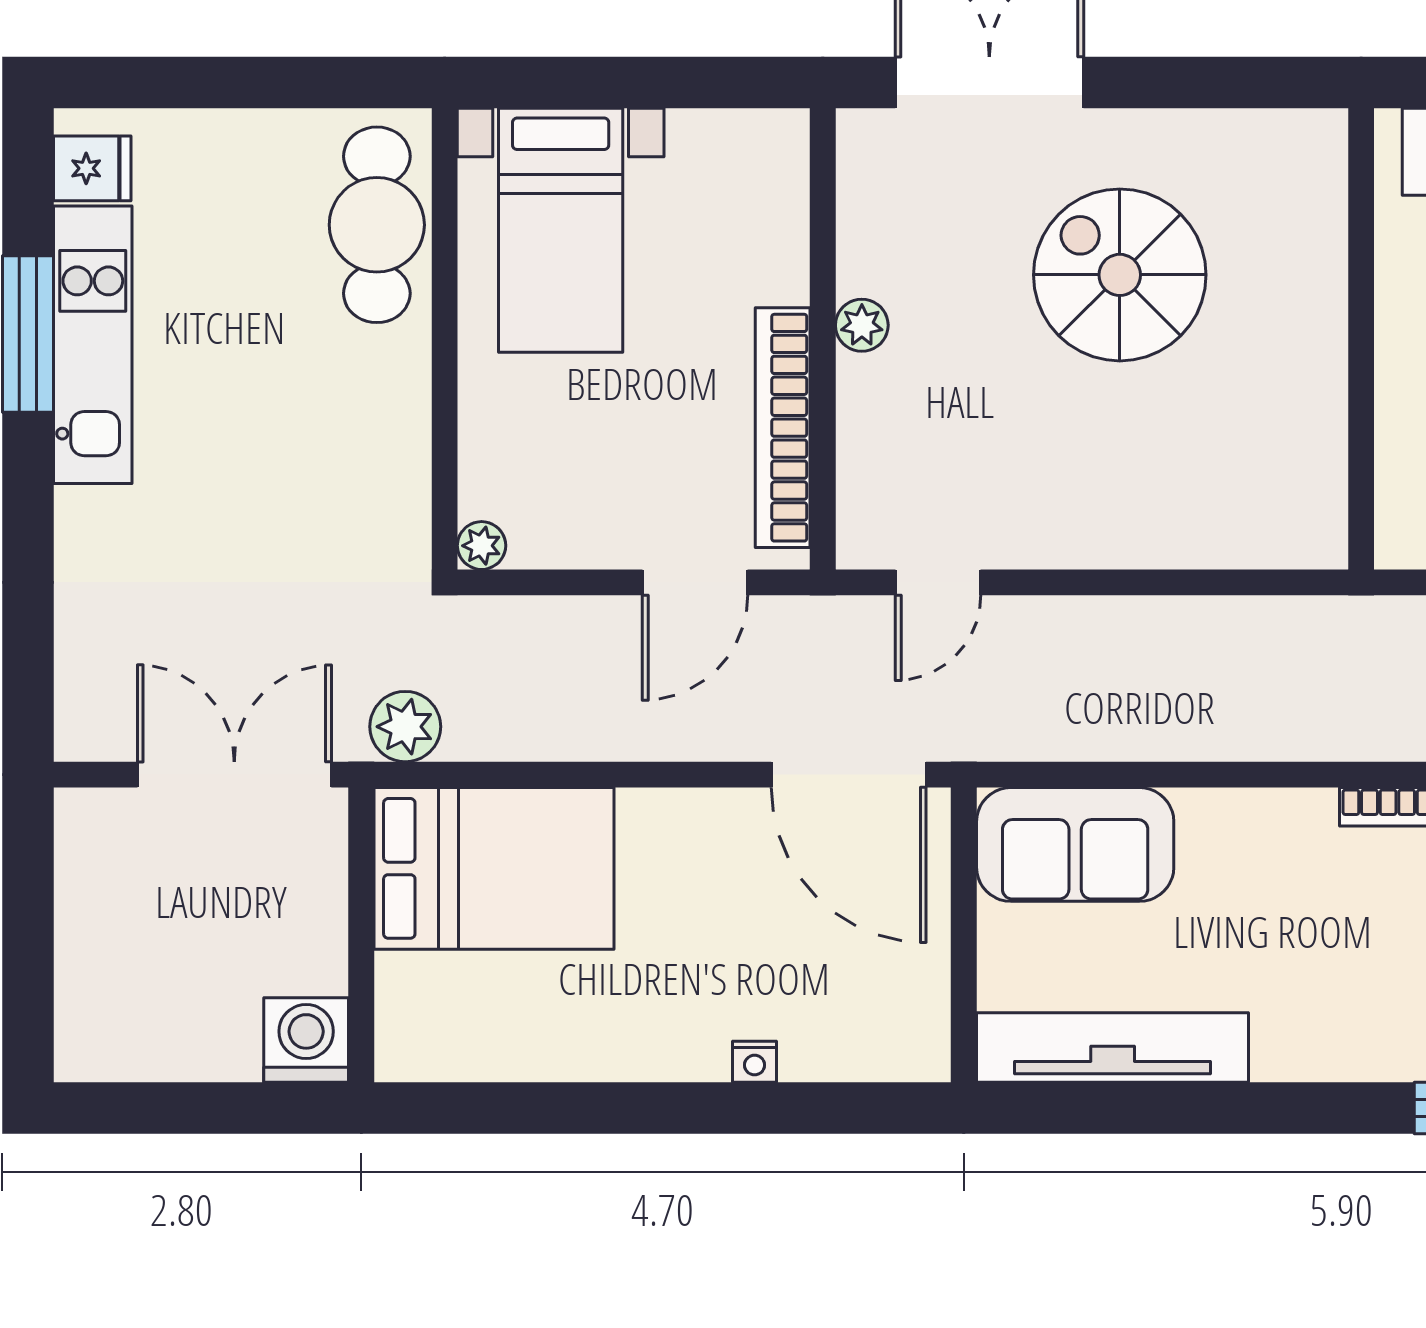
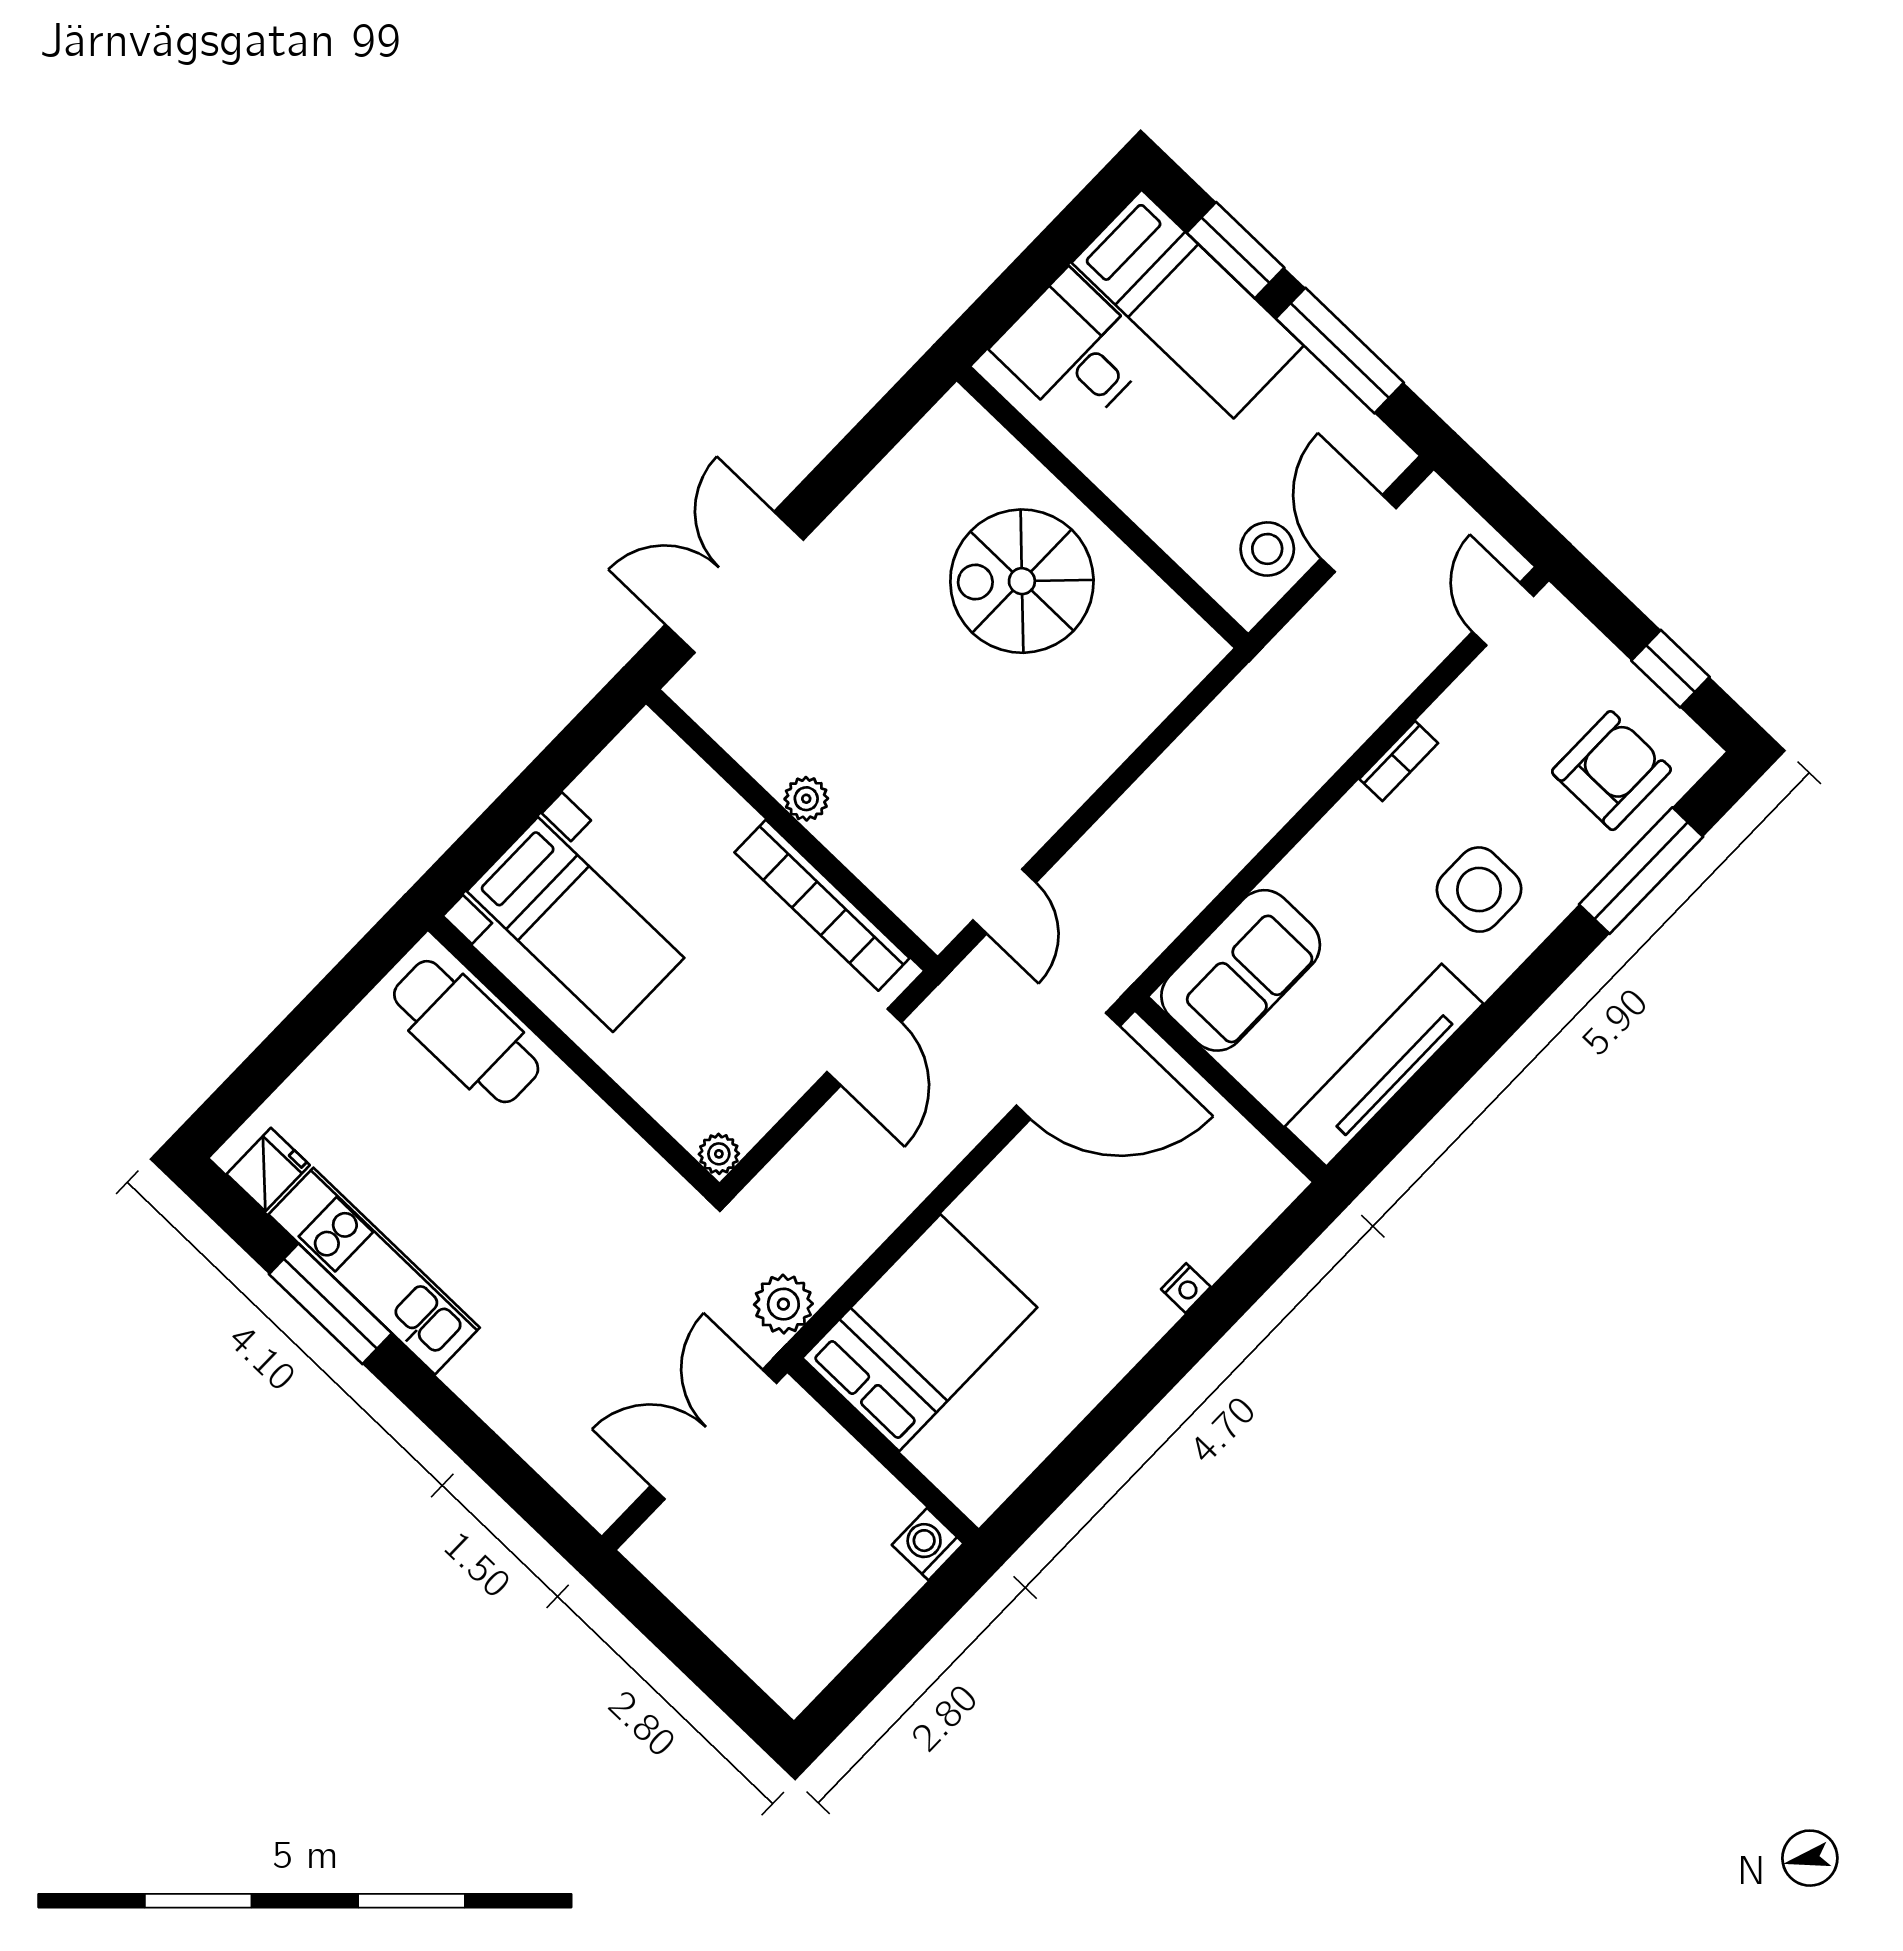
spiral stairs: (1120, 275) -> (1022, 581), moved
side table: (1344, 983) -> (1479, 890), added
washing machine: (306, 1040) -> (928, 1544), width x0.73, depth x0.73

